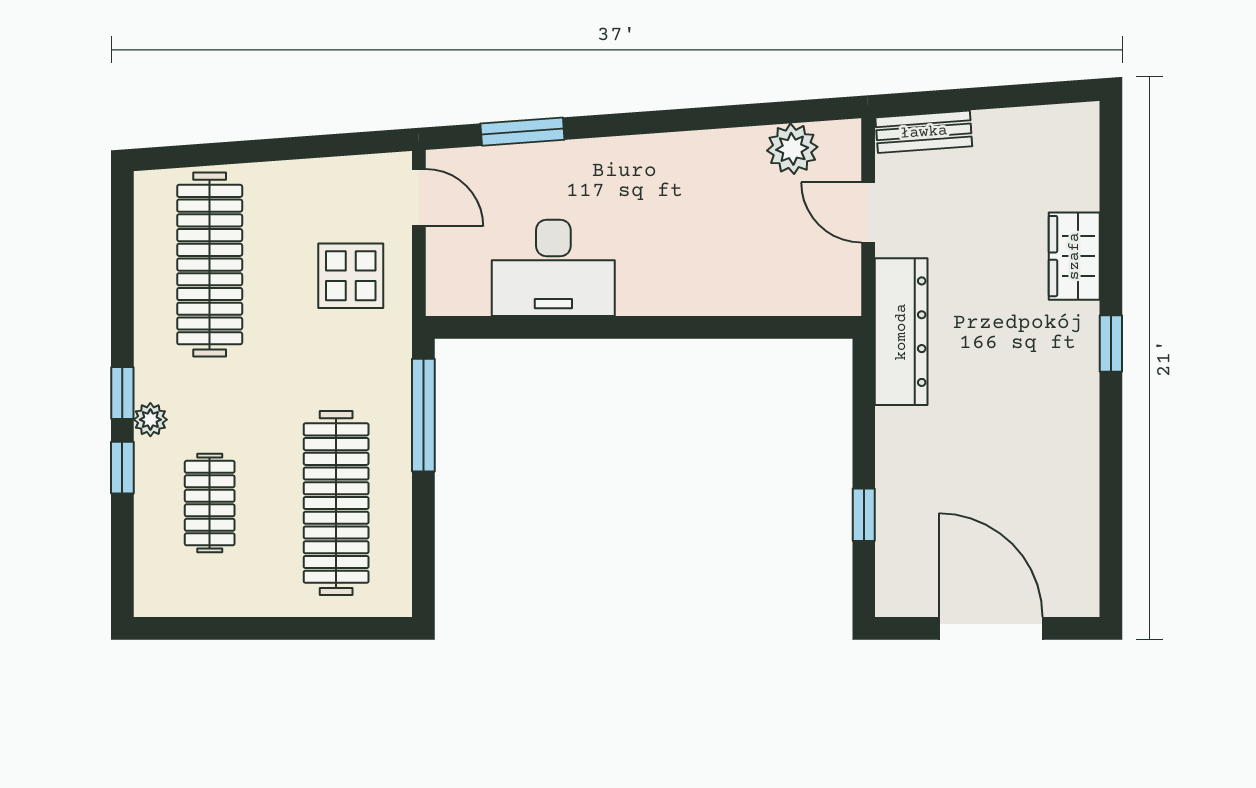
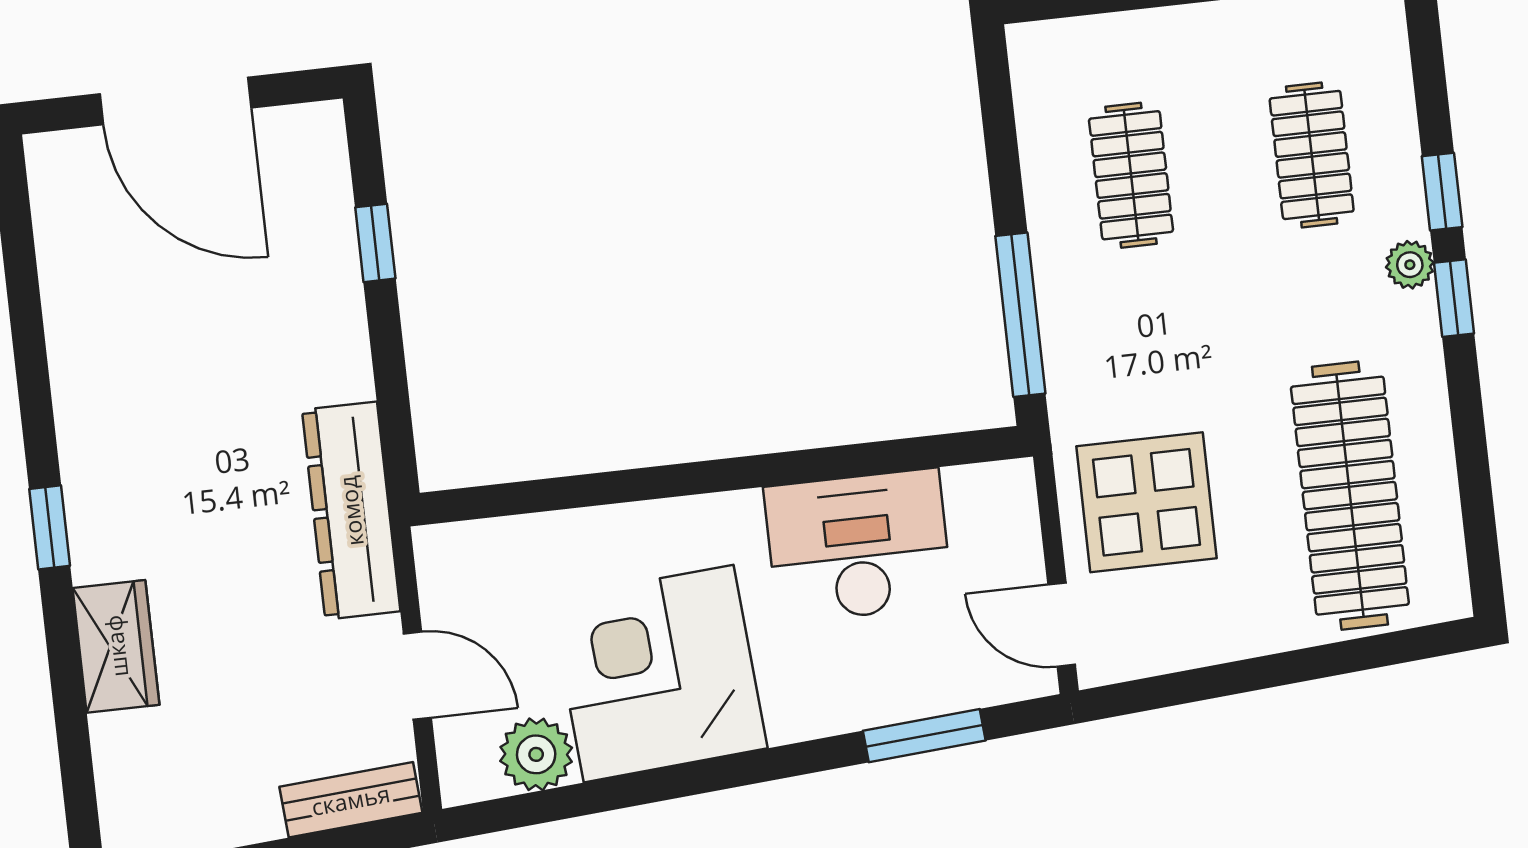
corner desk: (701, 195) -> (659, 674), added
display table: (351, 276) -> (1147, 502), width x1.36, depth x1.36
clothes rail: (336, 503) -> (1131, 175), width x0.54, depth x0.76

